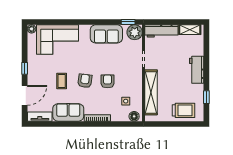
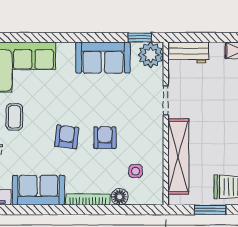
workbench: (161, 31) -> (188, 52), width x0.73
coffee table: (62, 81) -> (14, 117), moved
floor lamp: (134, 116) -> (120, 197), moved
window: (170, 124) -> (210, 210), added

